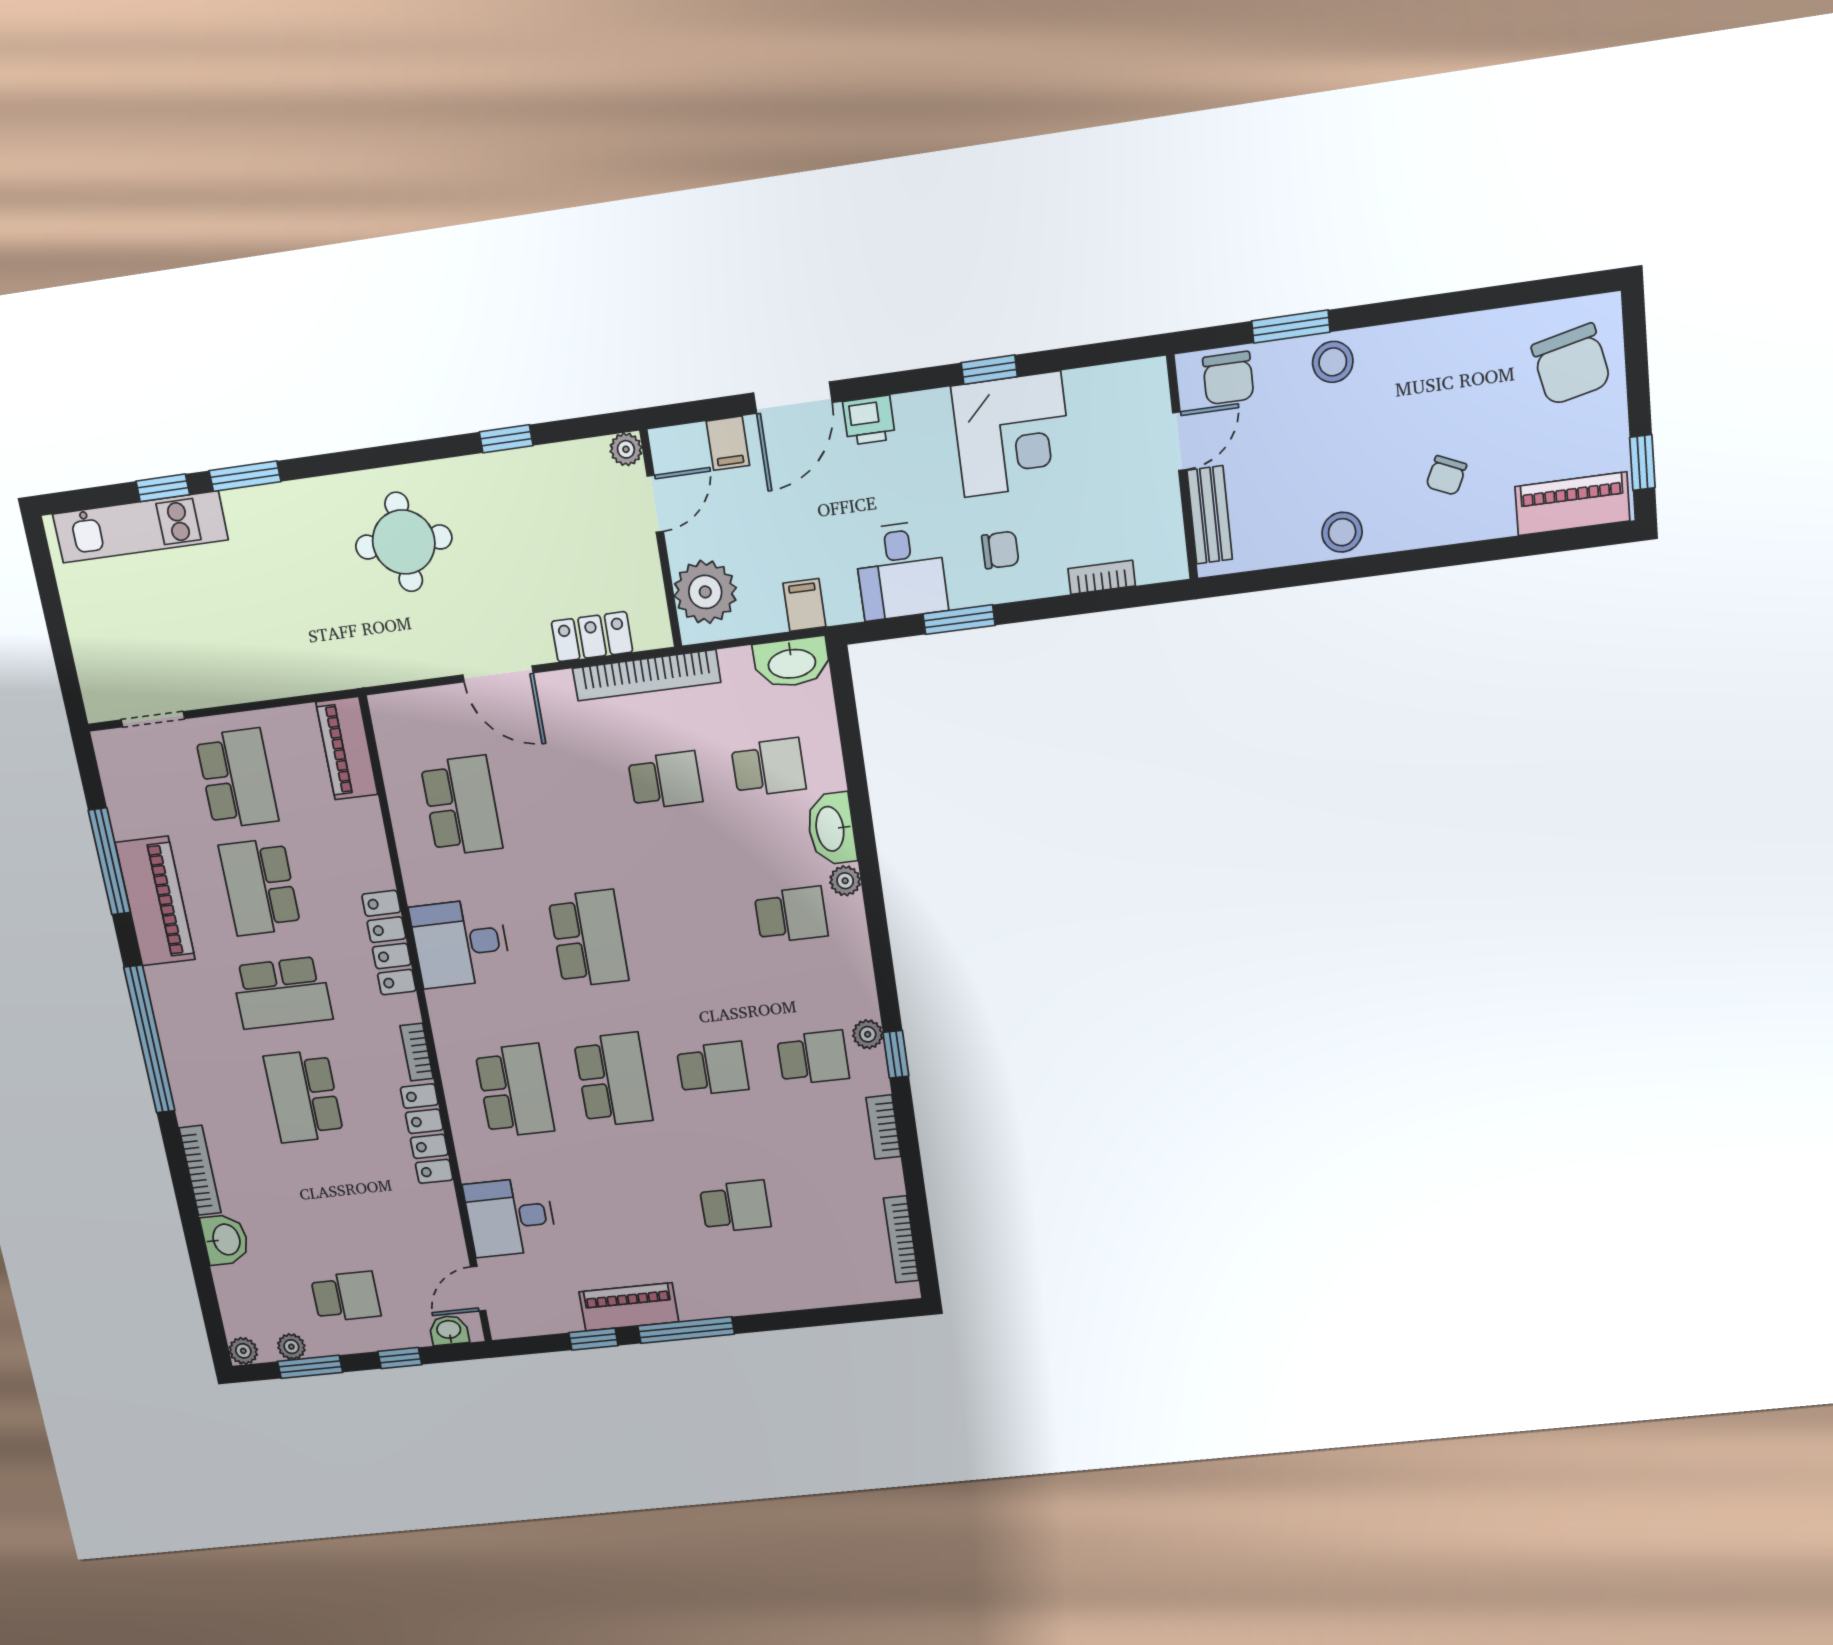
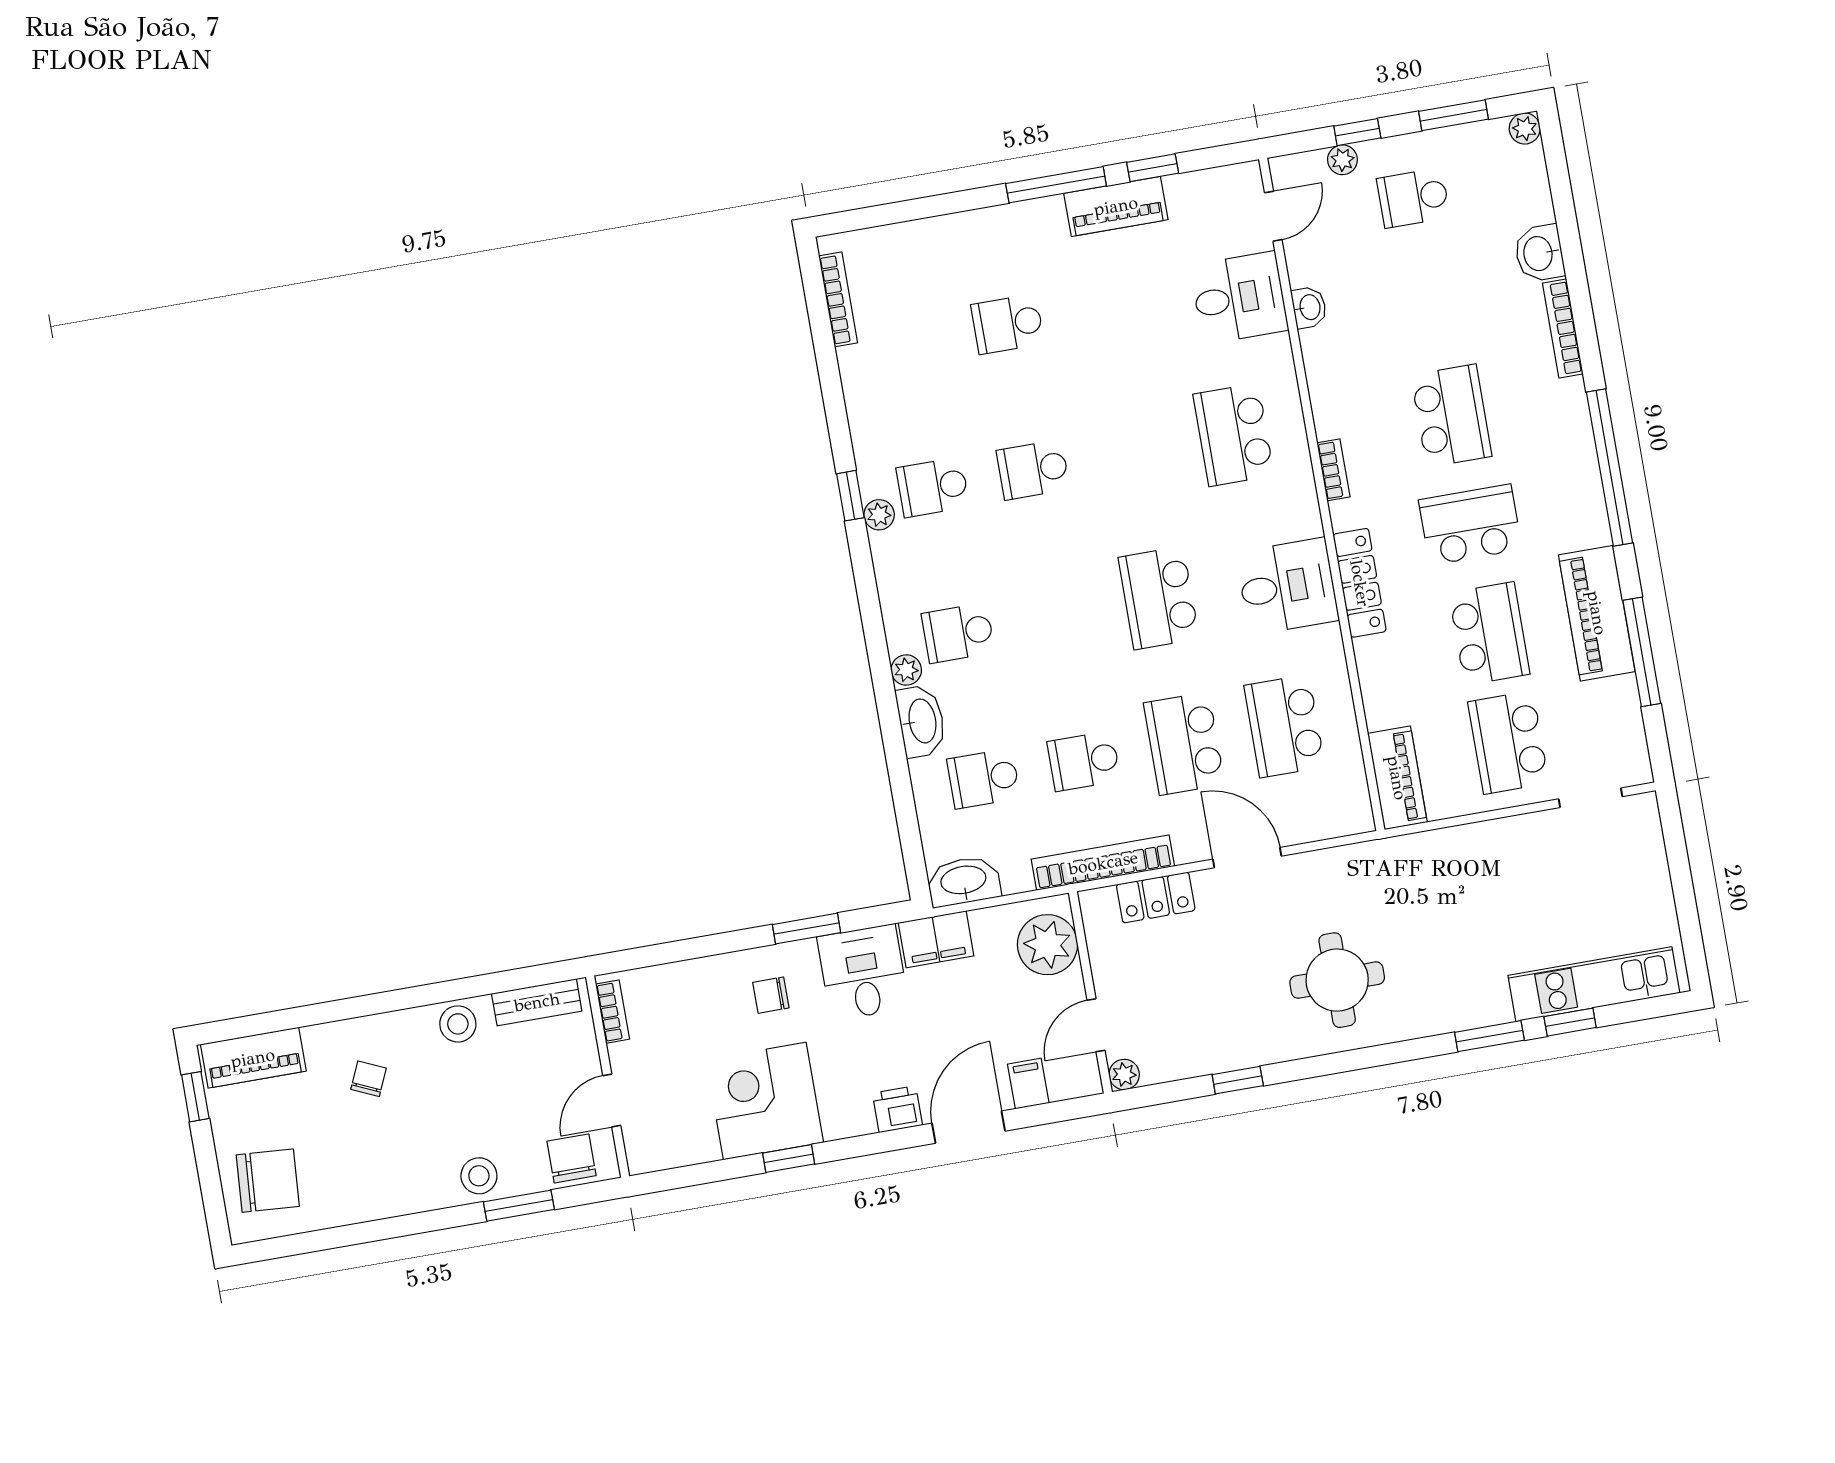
chair: (1571, 365) -> (268, 1181), turned 107
bench: (1210, 515) -> (537, 1002), moved, turned 90
bookcase: (1102, 577) -> (612, 1012), moved, turned -90
filing cabinet: (804, 605) -> (936, 939), width x2.00
school desk: (613, 1080) -> (1184, 744), moved
bookcase: (883, 1127) -> (860, 419), removed
locker: (427, 1134) -> (1325, 383), removed
washbasin: (449, 1330) -> (1309, 307), moved, turned -90
plant: (291, 1347) -> (1342, 160), moved

